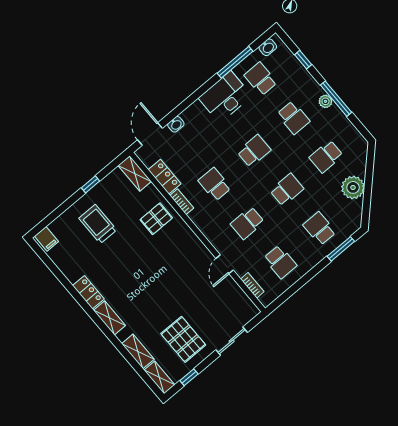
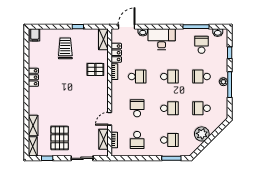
desk: (225, 97) -> (162, 39), moved
school desk: (293, 118) -> (202, 77), turned 90
school desk: (215, 184) -> (137, 77), turned 90
school desk: (247, 223) -> (137, 108), turned 90
school desk: (320, 229) -> (169, 140), turned 90
shelving: (109, 318) -> (103, 139), moved

